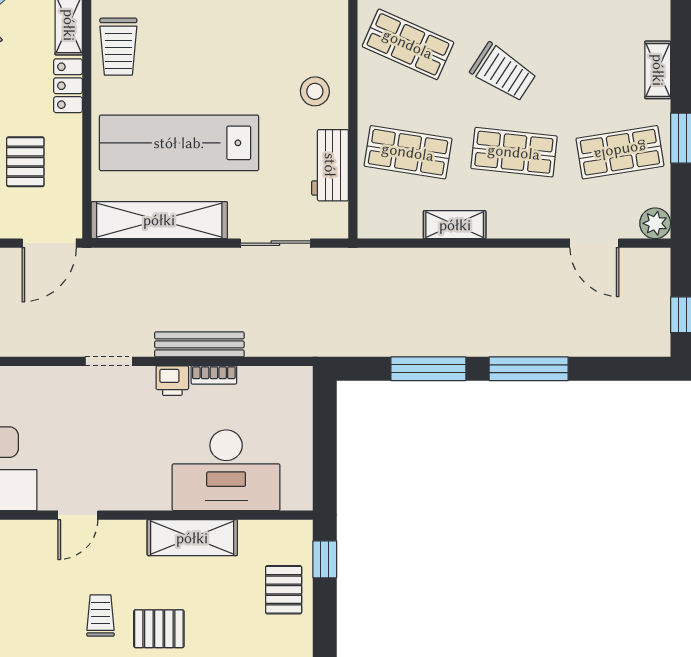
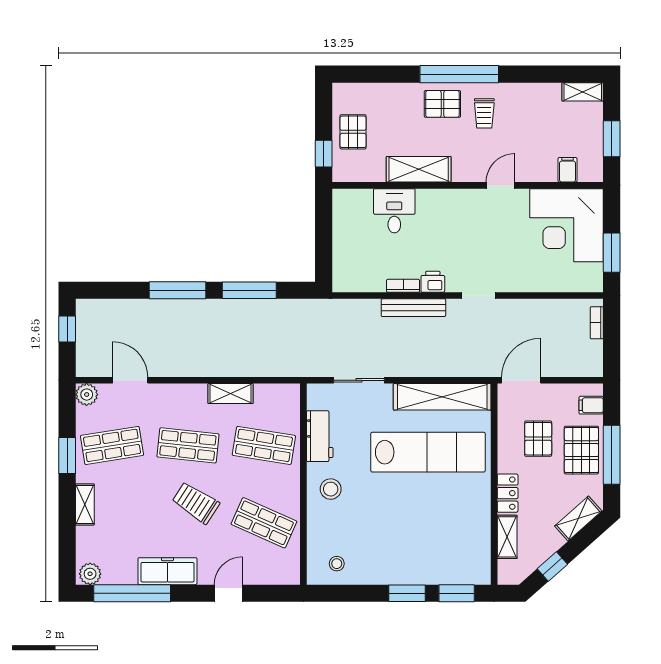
trolley: (118, 47) -> (471, 521), removed
desk: (226, 470) -> (394, 211), width x0.53, depth x0.77

